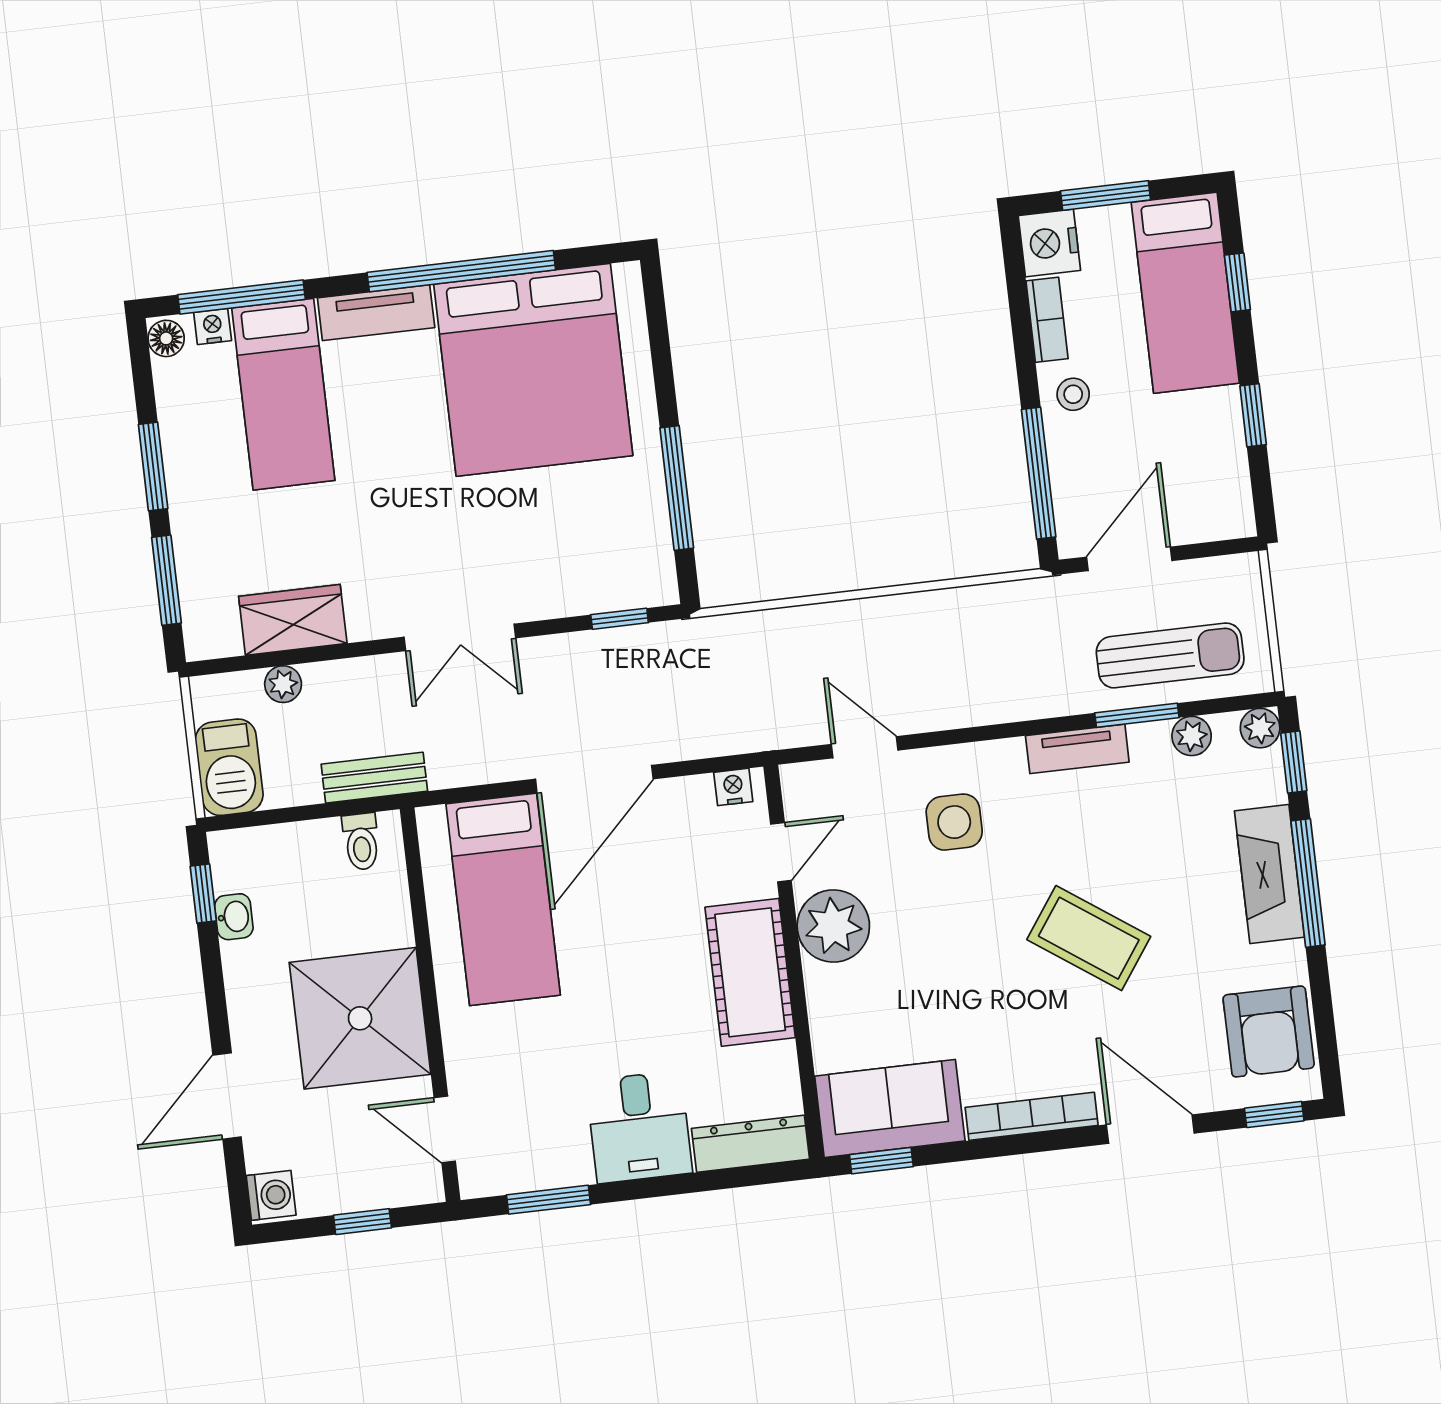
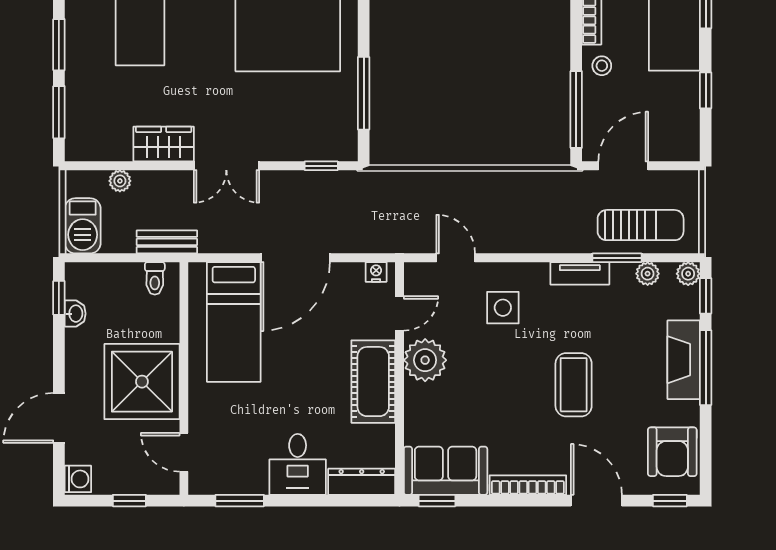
wardrobe: (293, 620) -> (164, 144), moved
coffee table: (1089, 938) -> (574, 385), turned 55

